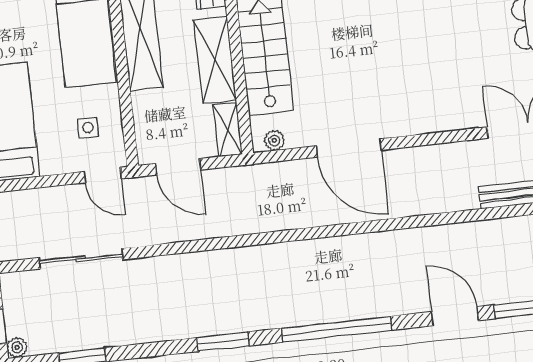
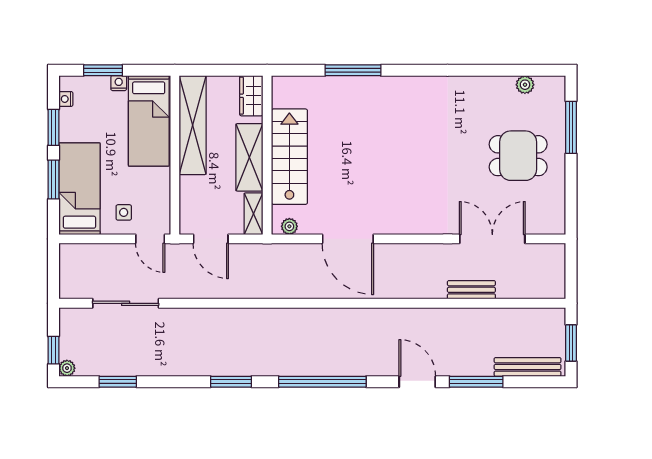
side table: (88, 128) -> (124, 212), moved

